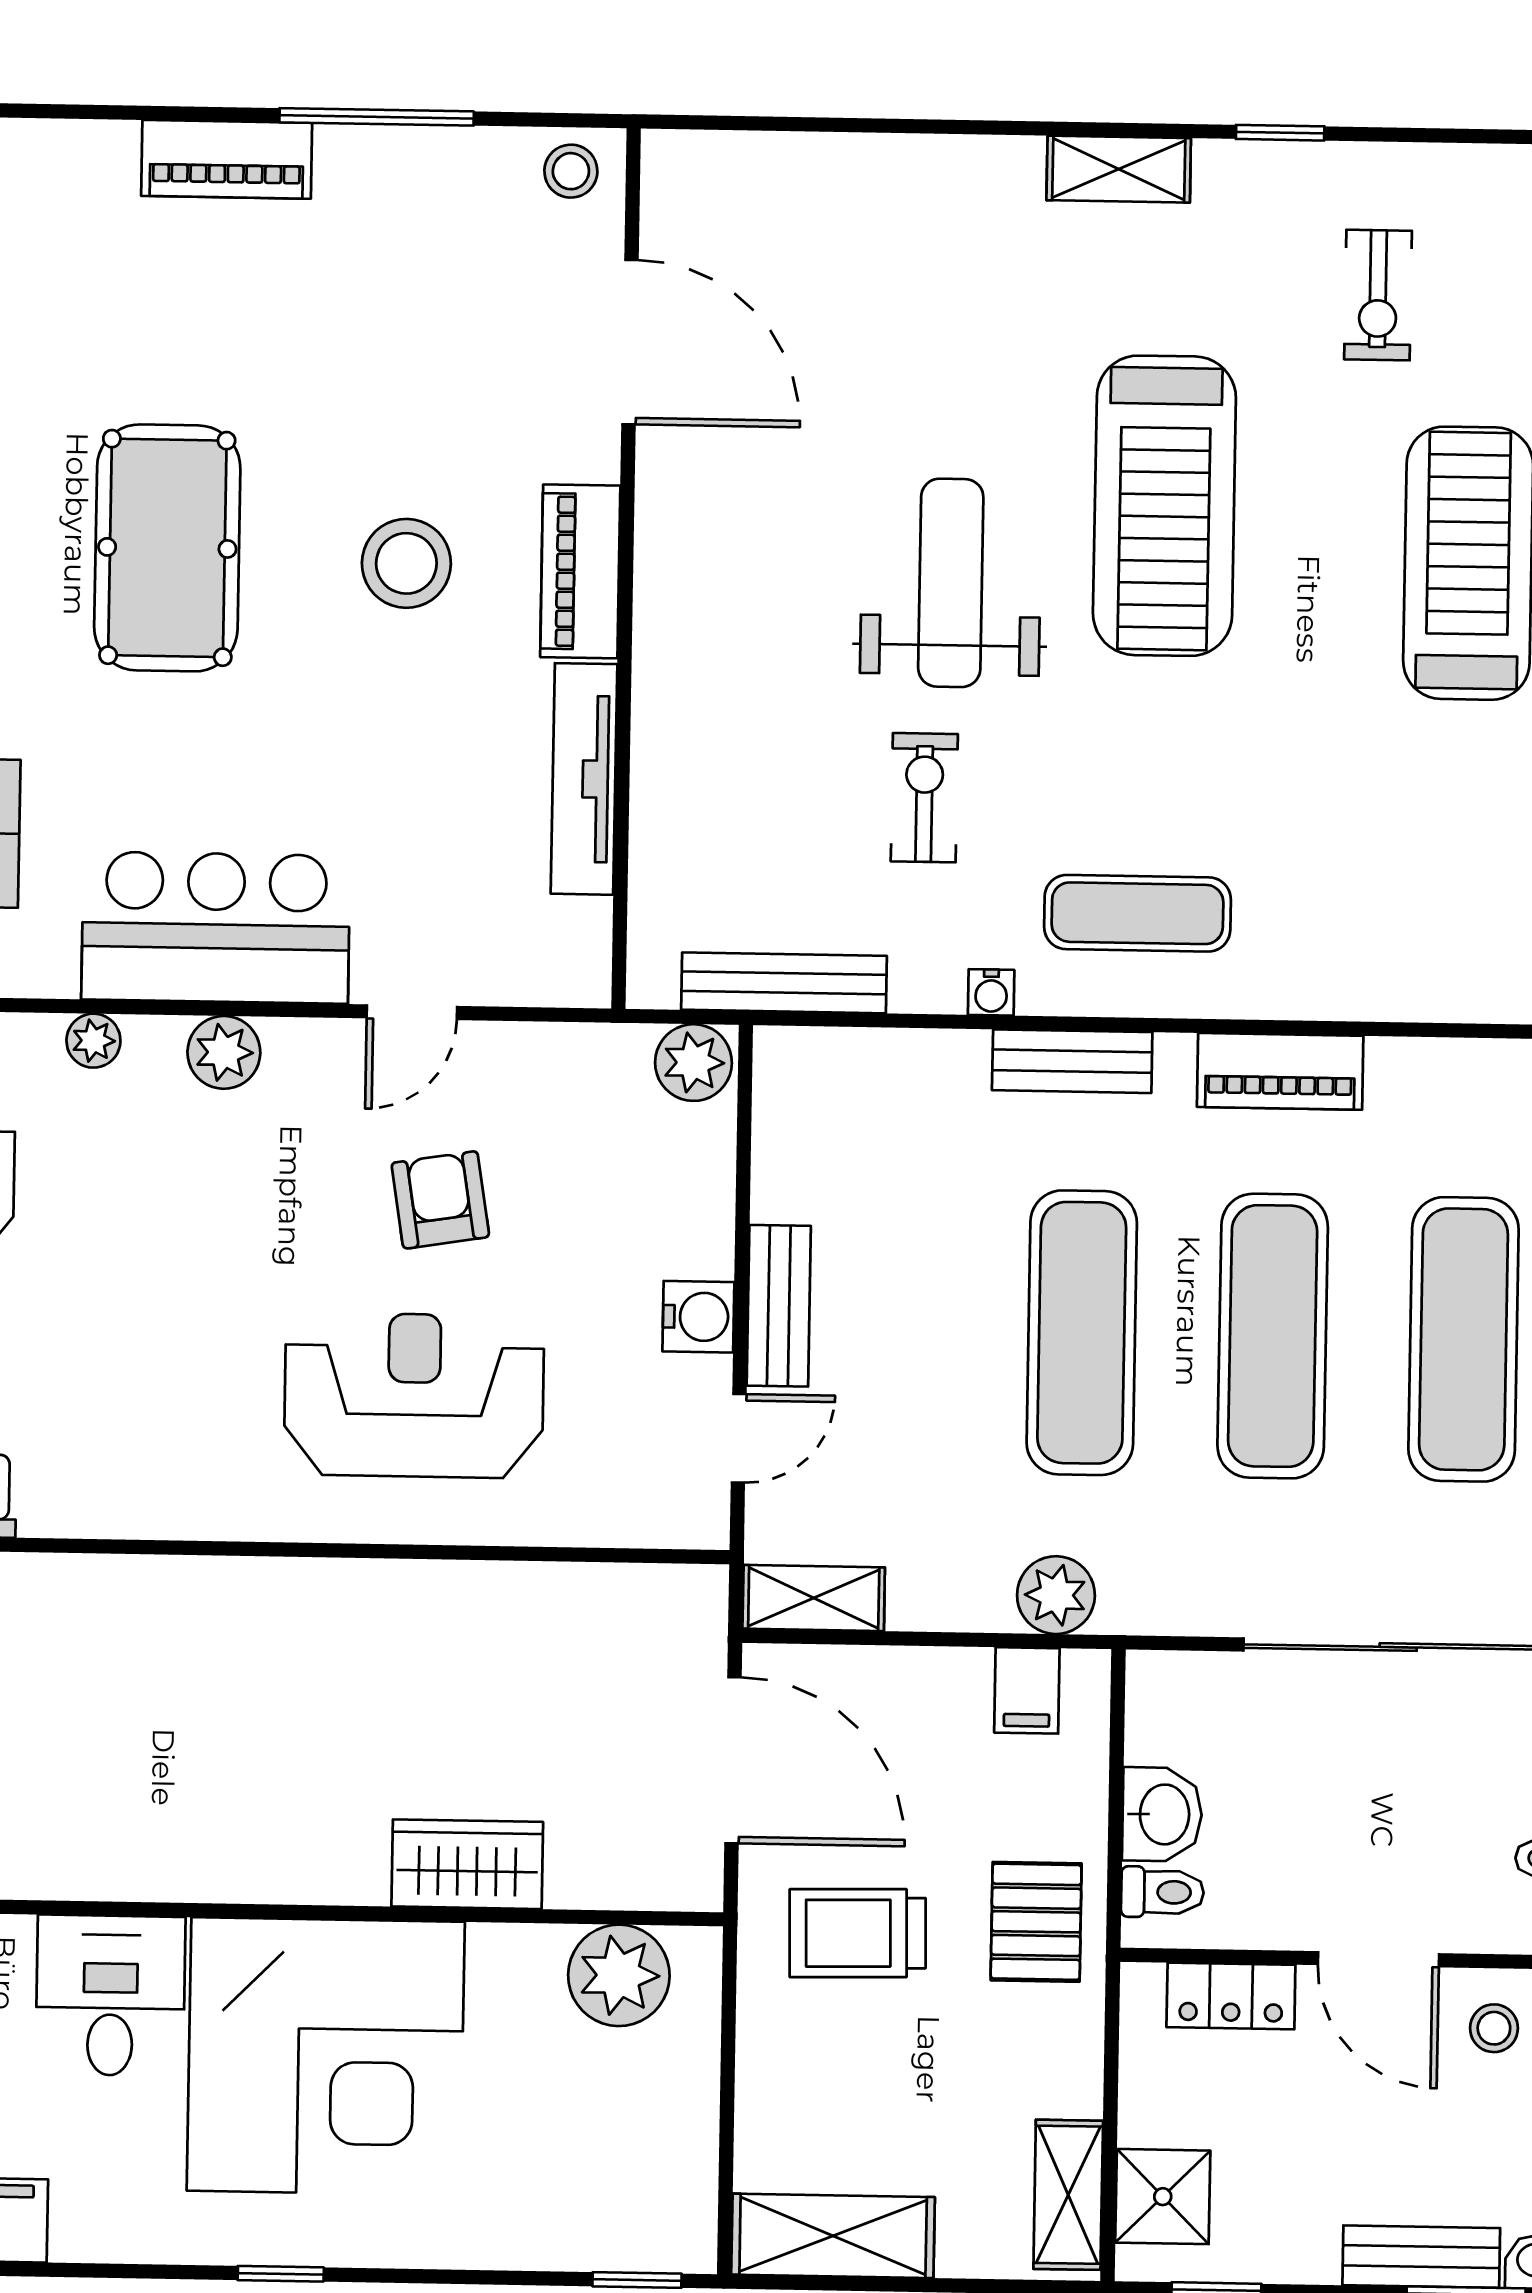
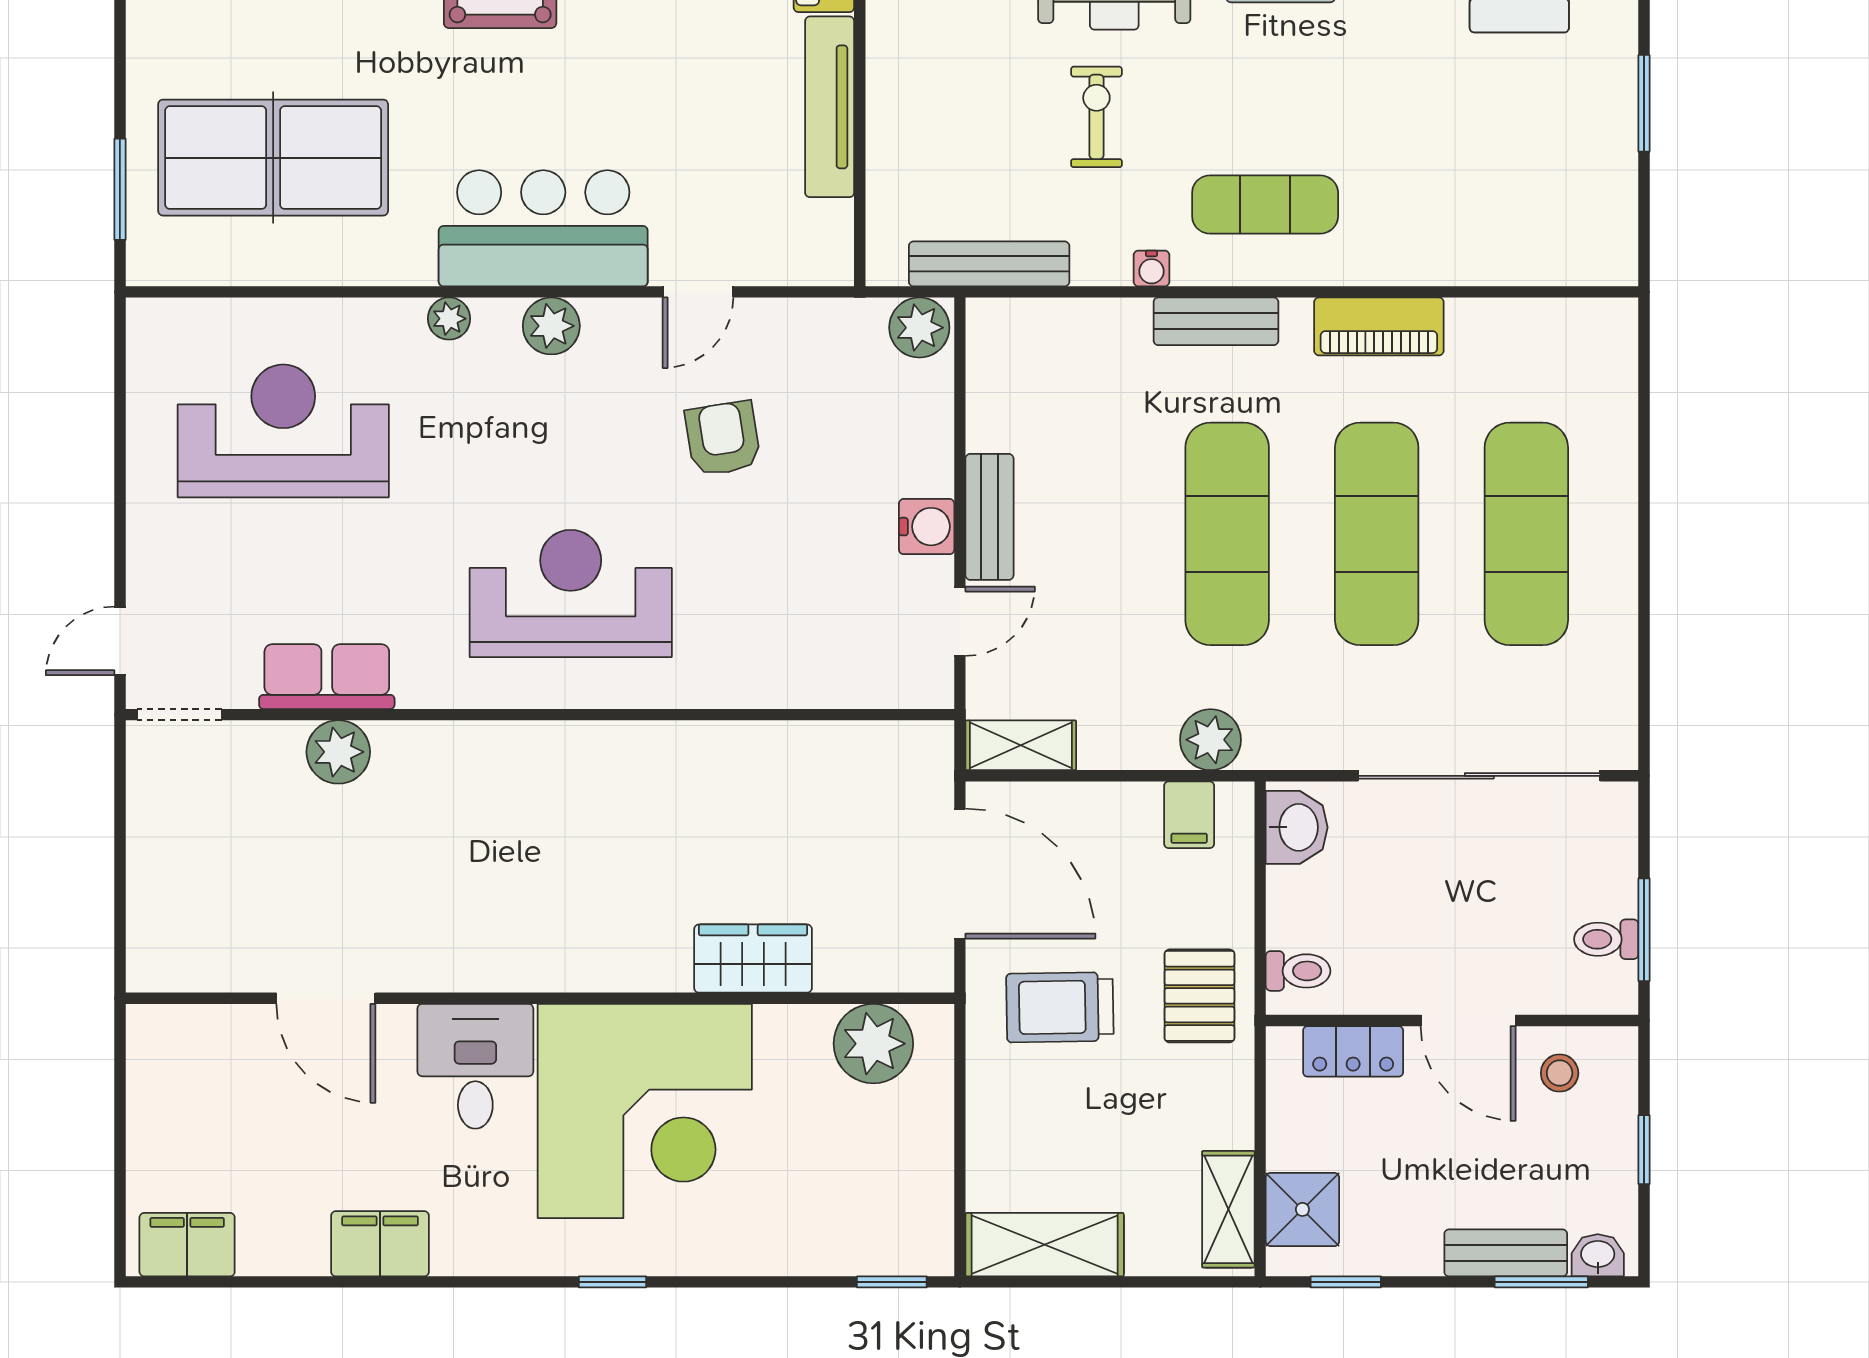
reception desk: (414, 1395) -> (571, 593), moved
washbasin: (1162, 1814) -> (1297, 827), moved

